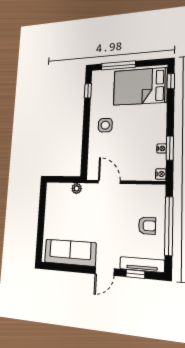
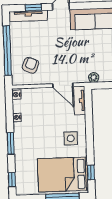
bed: (140, 87) -> (63, 175), moved, turned 180
window: (170, 148) -> (11, 143), moved
tv unit: (93, 165) -> (80, 101), added
armchair: (147, 226) -> (30, 65), moved, turned 113

